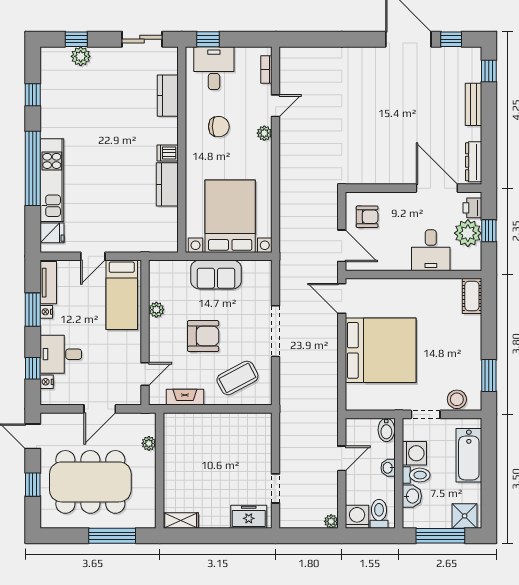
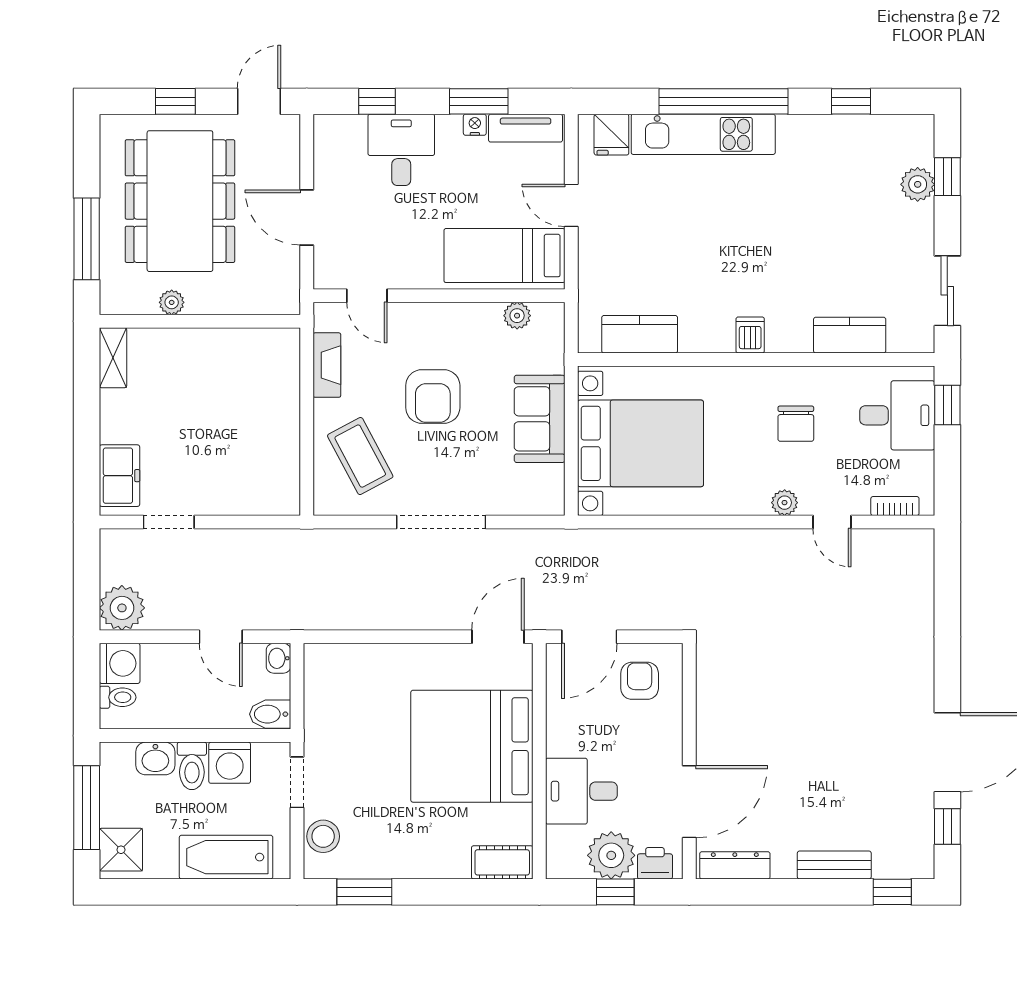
kitchen counter: (167, 184) -> (640, 334), moved
armchair: (367, 217) -> (640, 681), turned 180
plant: (156, 310) -> (517, 316), moved
bed: (381, 350) -> (472, 746), moved, turned 90
nightstand: (47, 382) -> (354, 125), removed
plant: (149, 443) -> (172, 302), moved
washbasin: (388, 468) -> (279, 658), moved, turned -90
toilet: (379, 514) -> (118, 697), width x0.73, depth x0.72
plant: (331, 521) -> (122, 608), width x1.87, depth x1.87

